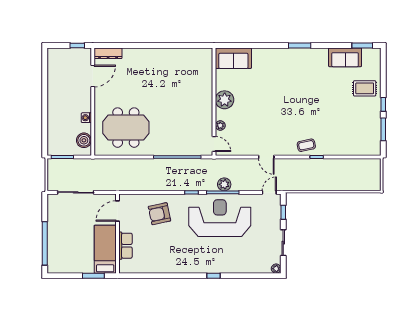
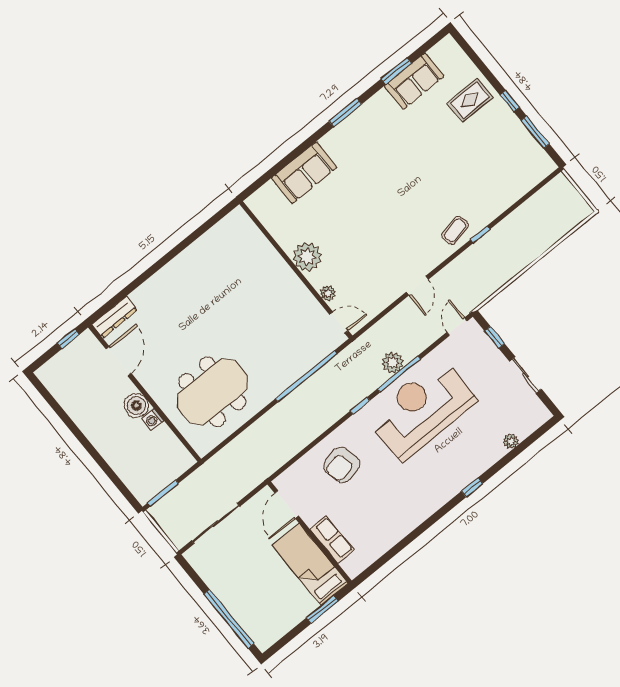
window: (362, 45) -> (396, 71), moved
sofa: (233, 58) -> (304, 173), moved
boiler: (84, 140) -> (136, 406), moved
door: (266, 157) -> (417, 286), hinge flipped
plant: (276, 269) -> (511, 441), moved

